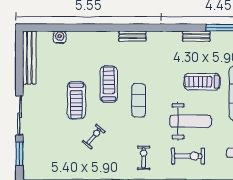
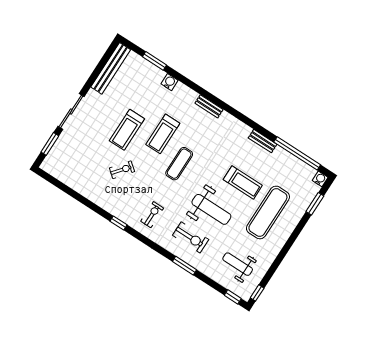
window: (62, 28) -> (154, 61), added
water cooler: (60, 37) -> (169, 82), moved
treadmill: (202, 82) -> (243, 182), turned 180
treadmill: (109, 84) -> (163, 134), turned 180

